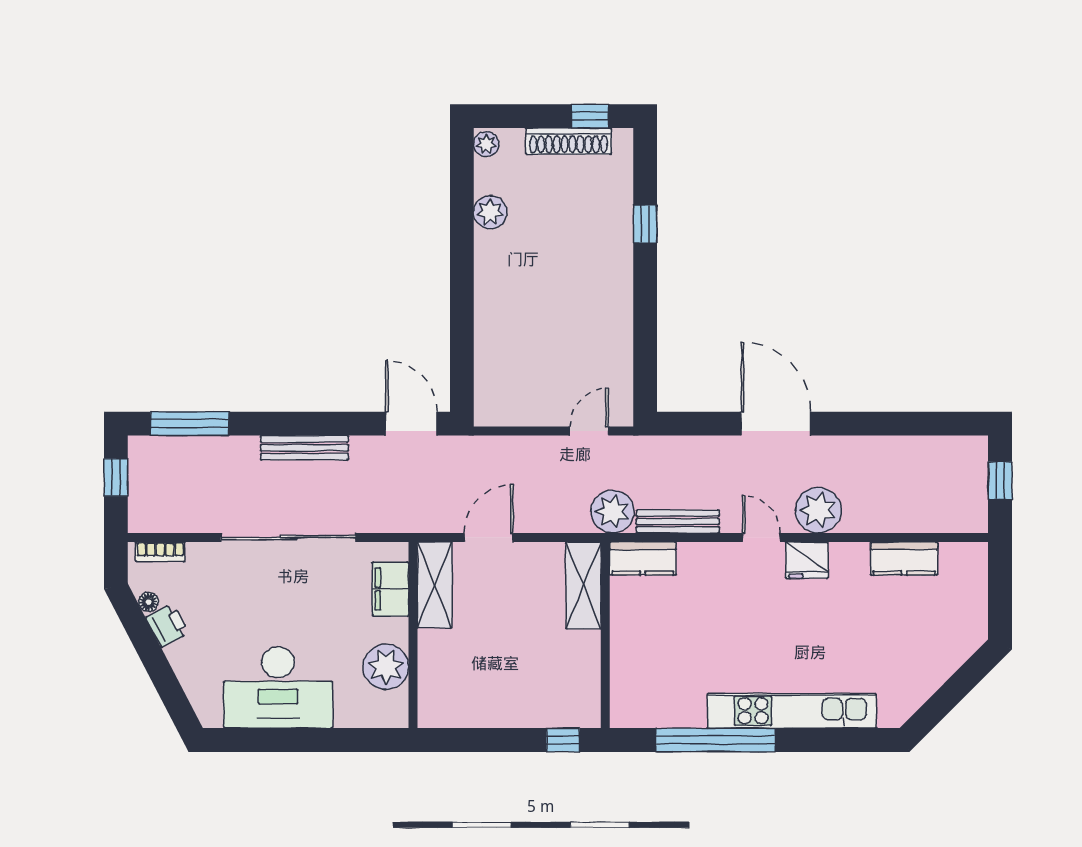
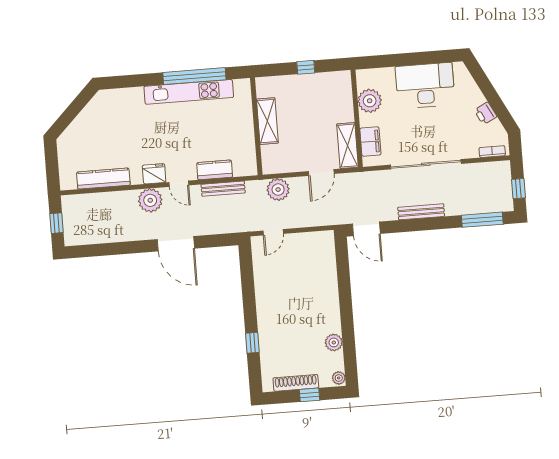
window: (590, 116) -> (310, 395), moved
plant: (613, 512) -> (278, 190), moved
kitchen counter: (643, 558) -> (215, 170), moved
kitchen counter: (904, 559) -> (103, 179), width x1.50
shelving: (583, 585) -> (267, 121), moved
floor lamp: (148, 602) -> (496, 125), removed
kitchen unit: (792, 711) -> (189, 92), moved
window: (563, 740) -> (306, 67), moved

